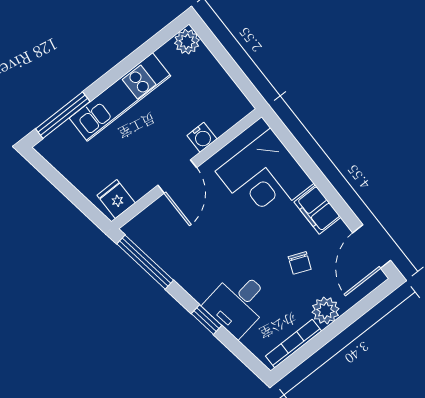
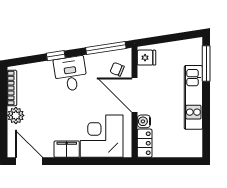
plant: (187, 42) -> (195, 150), removed
locker: (230, 114) -> (145, 143), added
door: (177, 176) -> (134, 95), width x1.36
chair: (300, 263) -> (117, 69), moved
desk: (238, 303) -> (71, 74), moved

